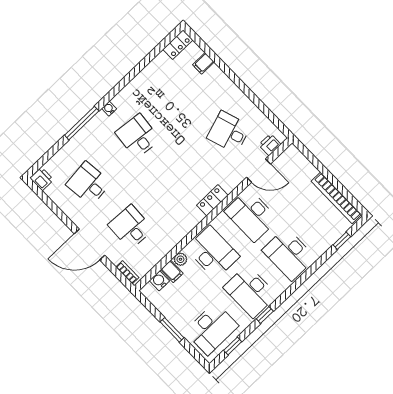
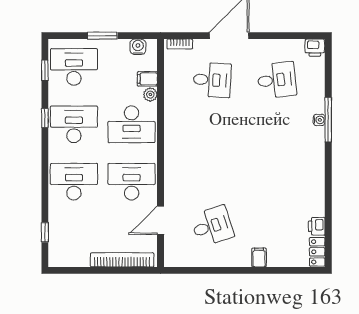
filing cabinet: (203, 63) -> (259, 257), moved
water cooler: (109, 109) -> (319, 120), moved
desk: (138, 136) -> (277, 153), removed
printer: (270, 145) -> (317, 226), moved, turned 180
bookcase: (336, 198) -> (122, 260), moved
locker: (212, 200) -> (172, 163), removed
water cooler: (159, 281) -> (138, 47), moved, turned -90
desk: (212, 329) -> (74, 67), turned 90

